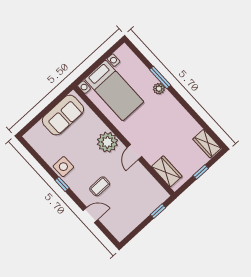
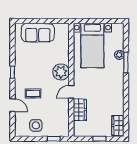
plant: (159, 89) -> (119, 55), moved
sofa: (63, 115) -> (38, 33), moved
side table: (63, 167) -> (36, 125), moved
wardrobe: (167, 171) -> (80, 110), moved

